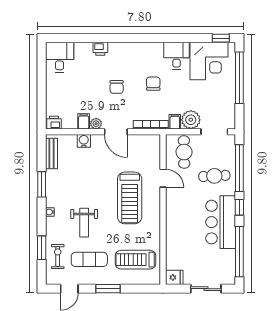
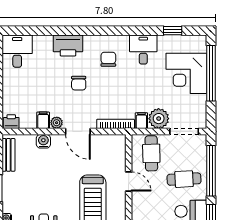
window: (221, 38) -> (173, 31), moved
printer: (100, 49) -> (68, 45), width x1.87, depth x1.48
corner desk: (209, 61) -> (186, 73), moved, turned 90
chair: (153, 84) -> (108, 59), moved

